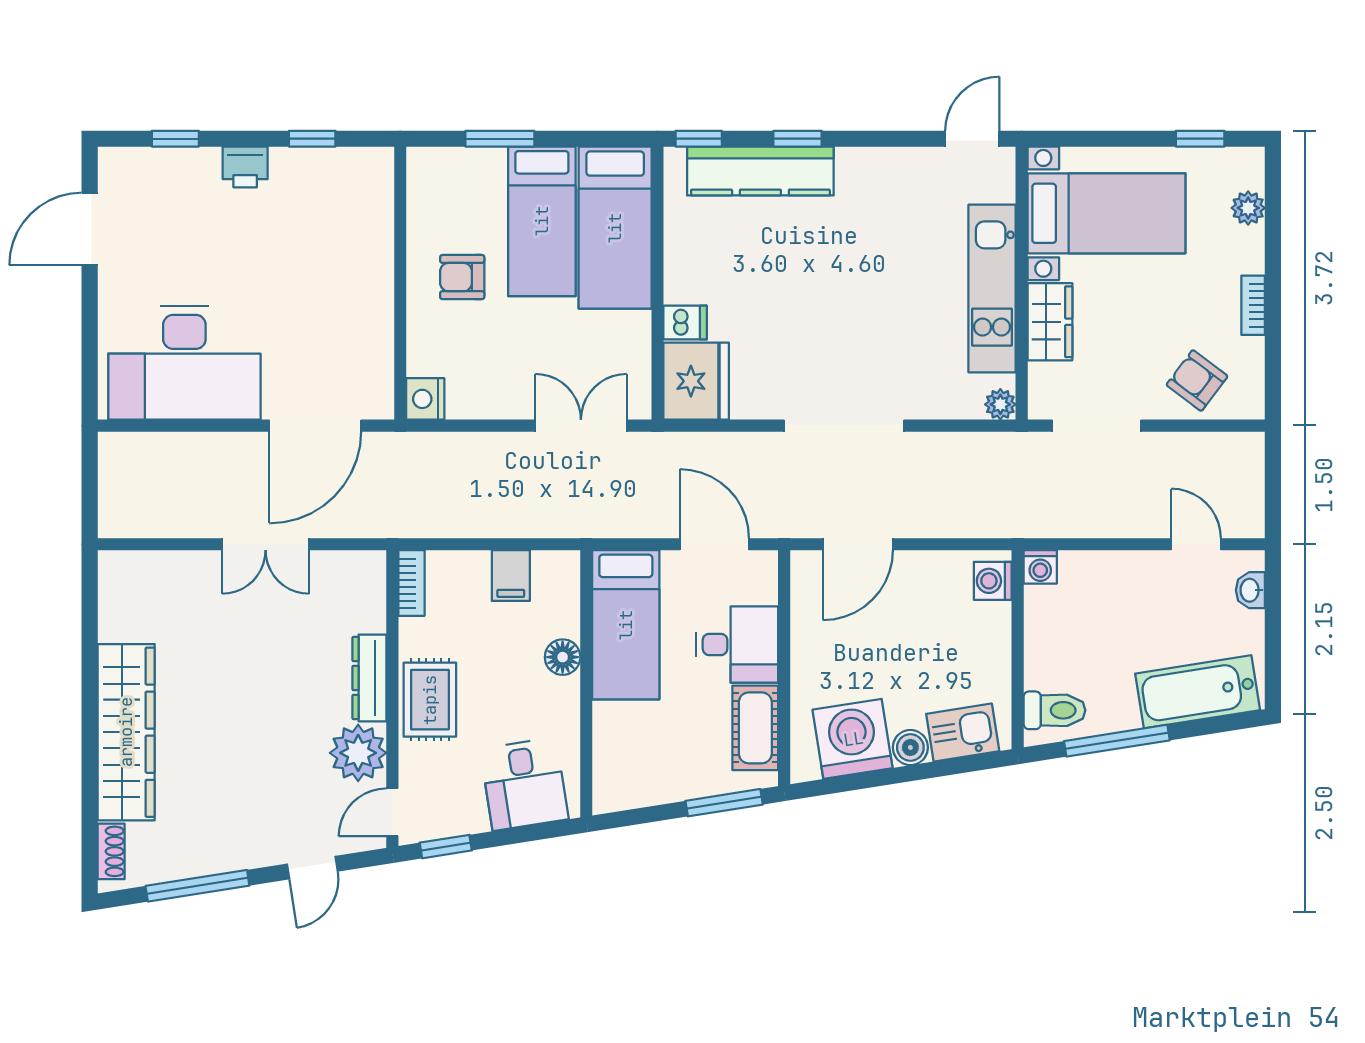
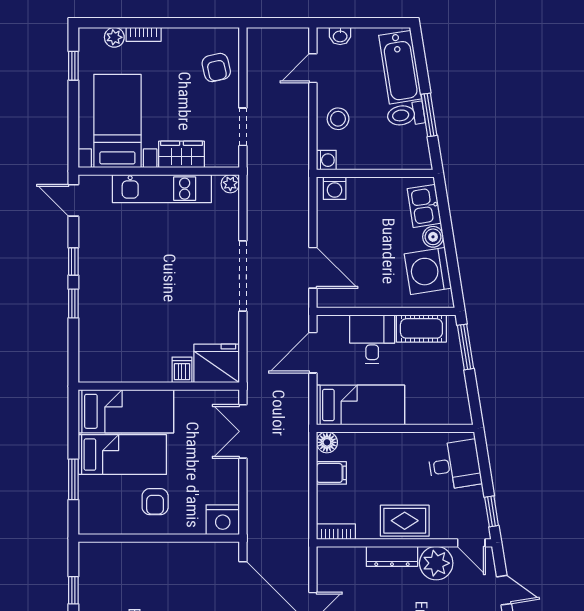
window: (699, 139) -> (73, 261), moved
kitchen counter: (760, 171) -> (92, 325), removed
bookcase: (1253, 305) -> (144, 34), moved
armchair: (1197, 381) -> (216, 68), turned -50
nightstand: (425, 399) -> (223, 520), width x1.36, depth x1.33
doorway: (1097, 426) -> (243, 127), width x0.73
stool: (1110, 587) -> (338, 119), added
floor lamp: (563, 657) -> (327, 442), moved
toilet: (1054, 710) -> (406, 115), moved, turned -99
window: (1117, 741) -> (429, 115), width x0.69

